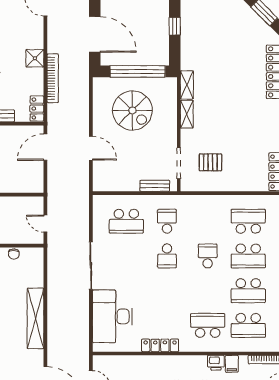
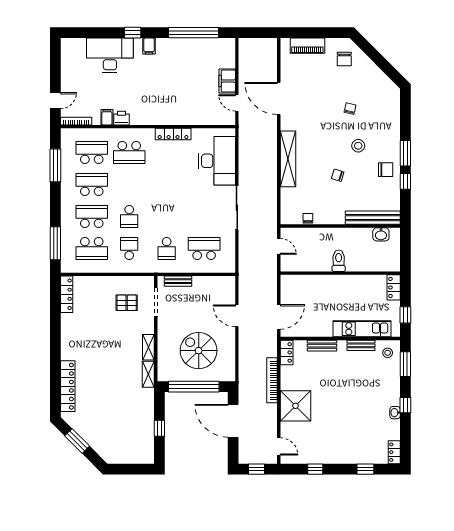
shower: (35, 58) -> (295, 406), width x1.86, depth x1.86
school desk: (167, 256) -> (129, 249), moved

